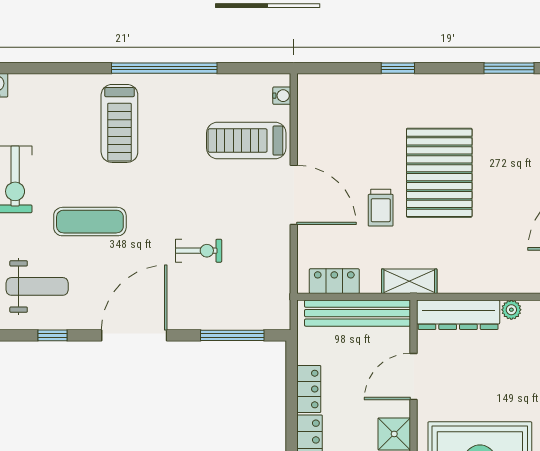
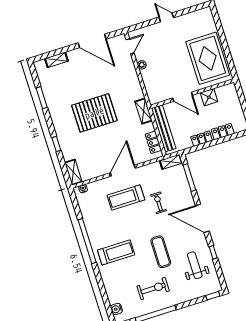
shelving: (324, 86) -> (73, 172), added
treadmill: (246, 141) -> (126, 197), moved, turned 90
trolley: (381, 208) -> (117, 133), removed
shelving: (280, 306) -> (171, 162), added
dresser: (458, 315) -> (151, 86), removed

